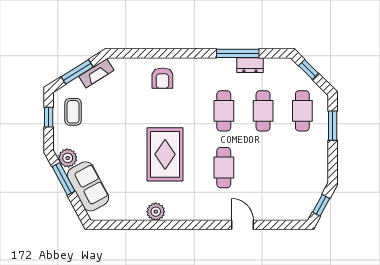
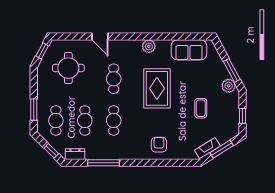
dresser: (250, 65) -> (75, 154), moved
coffee table: (73, 112) -> (201, 108), moved
round table: (285, 182) -> (68, 68), added
sofa: (88, 186) -> (189, 50), moved, turned -62
plant: (156, 212) -> (149, 46), moved

